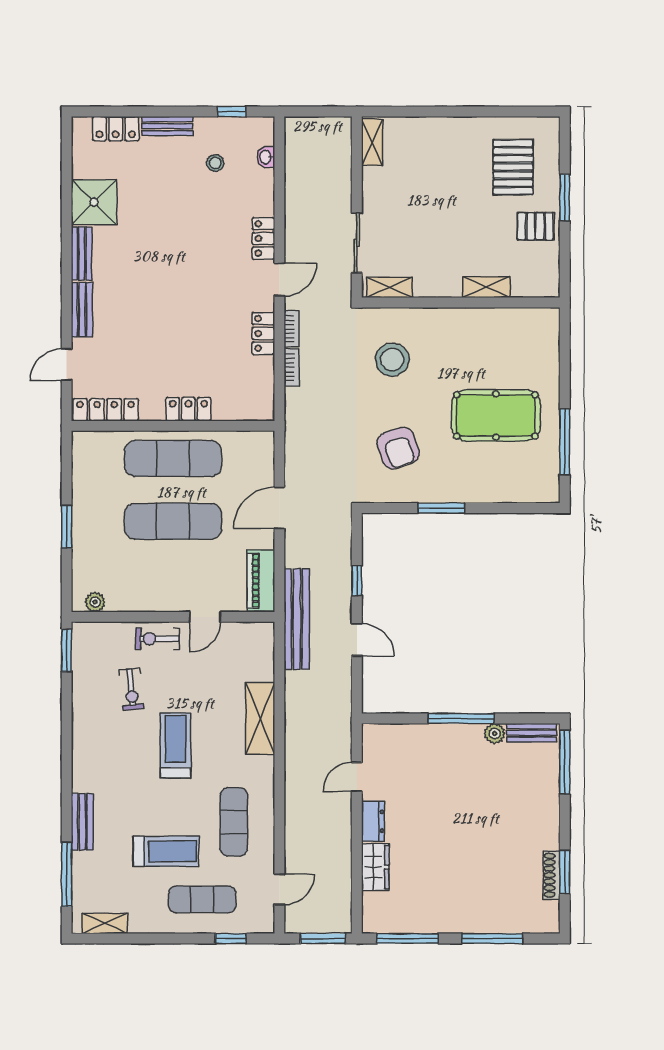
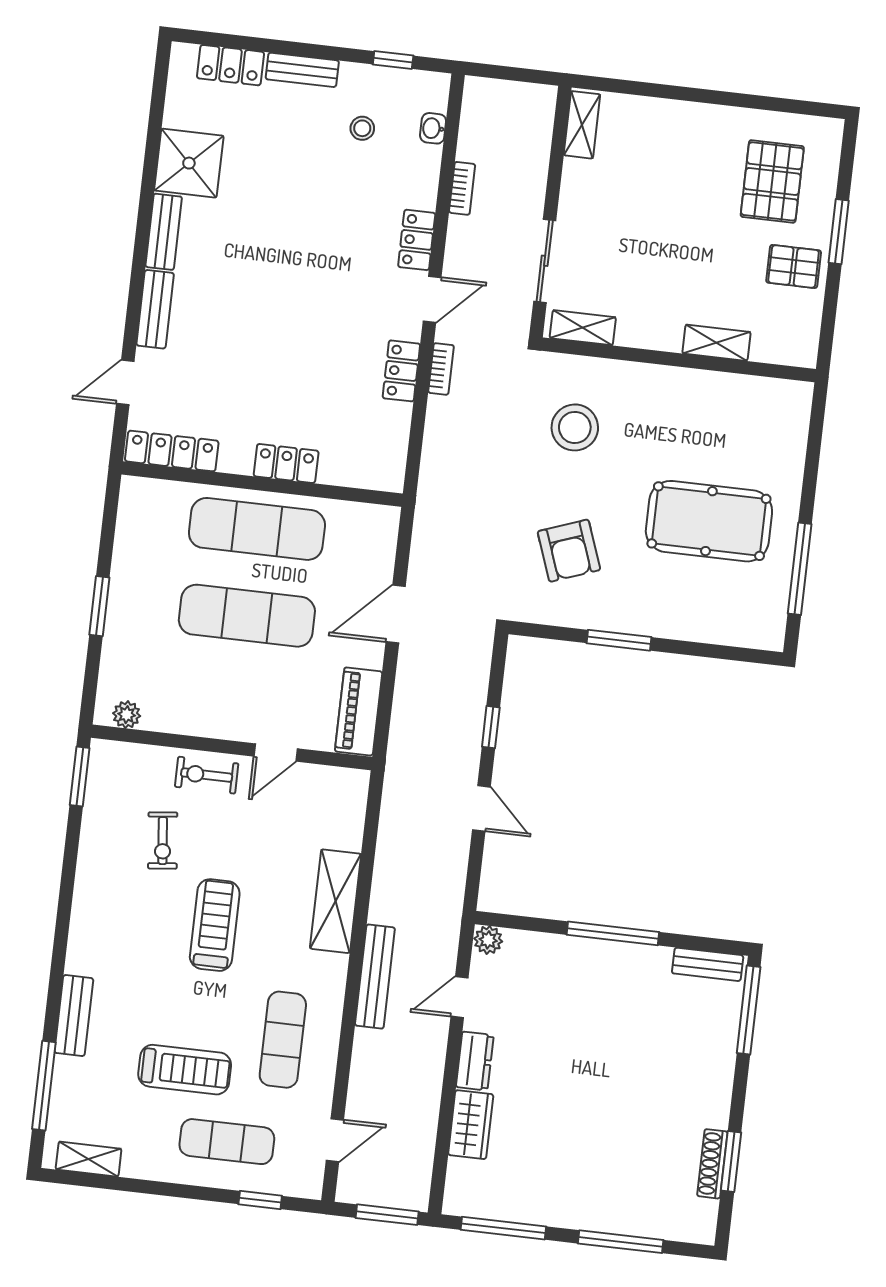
bookcase: (292, 367) -> (462, 188), moved
bench: (297, 619) -> (375, 977), moved, width x0.73, depth x0.82
plant: (495, 733) -> (488, 940), moved

